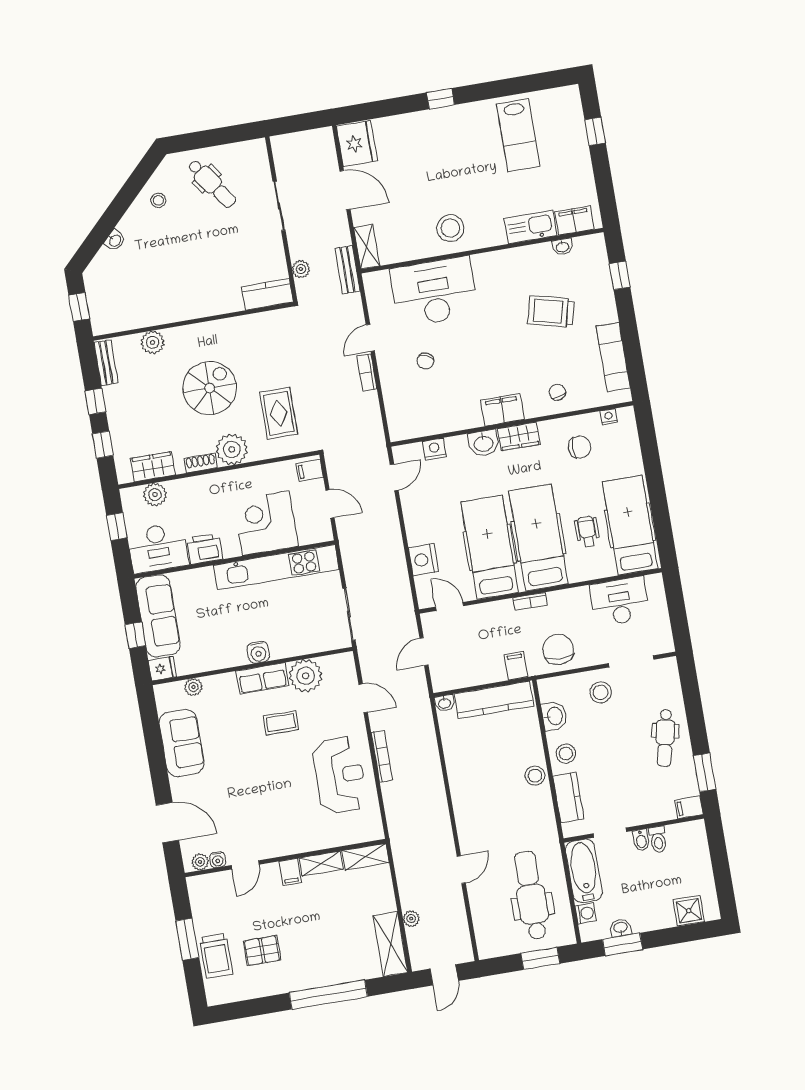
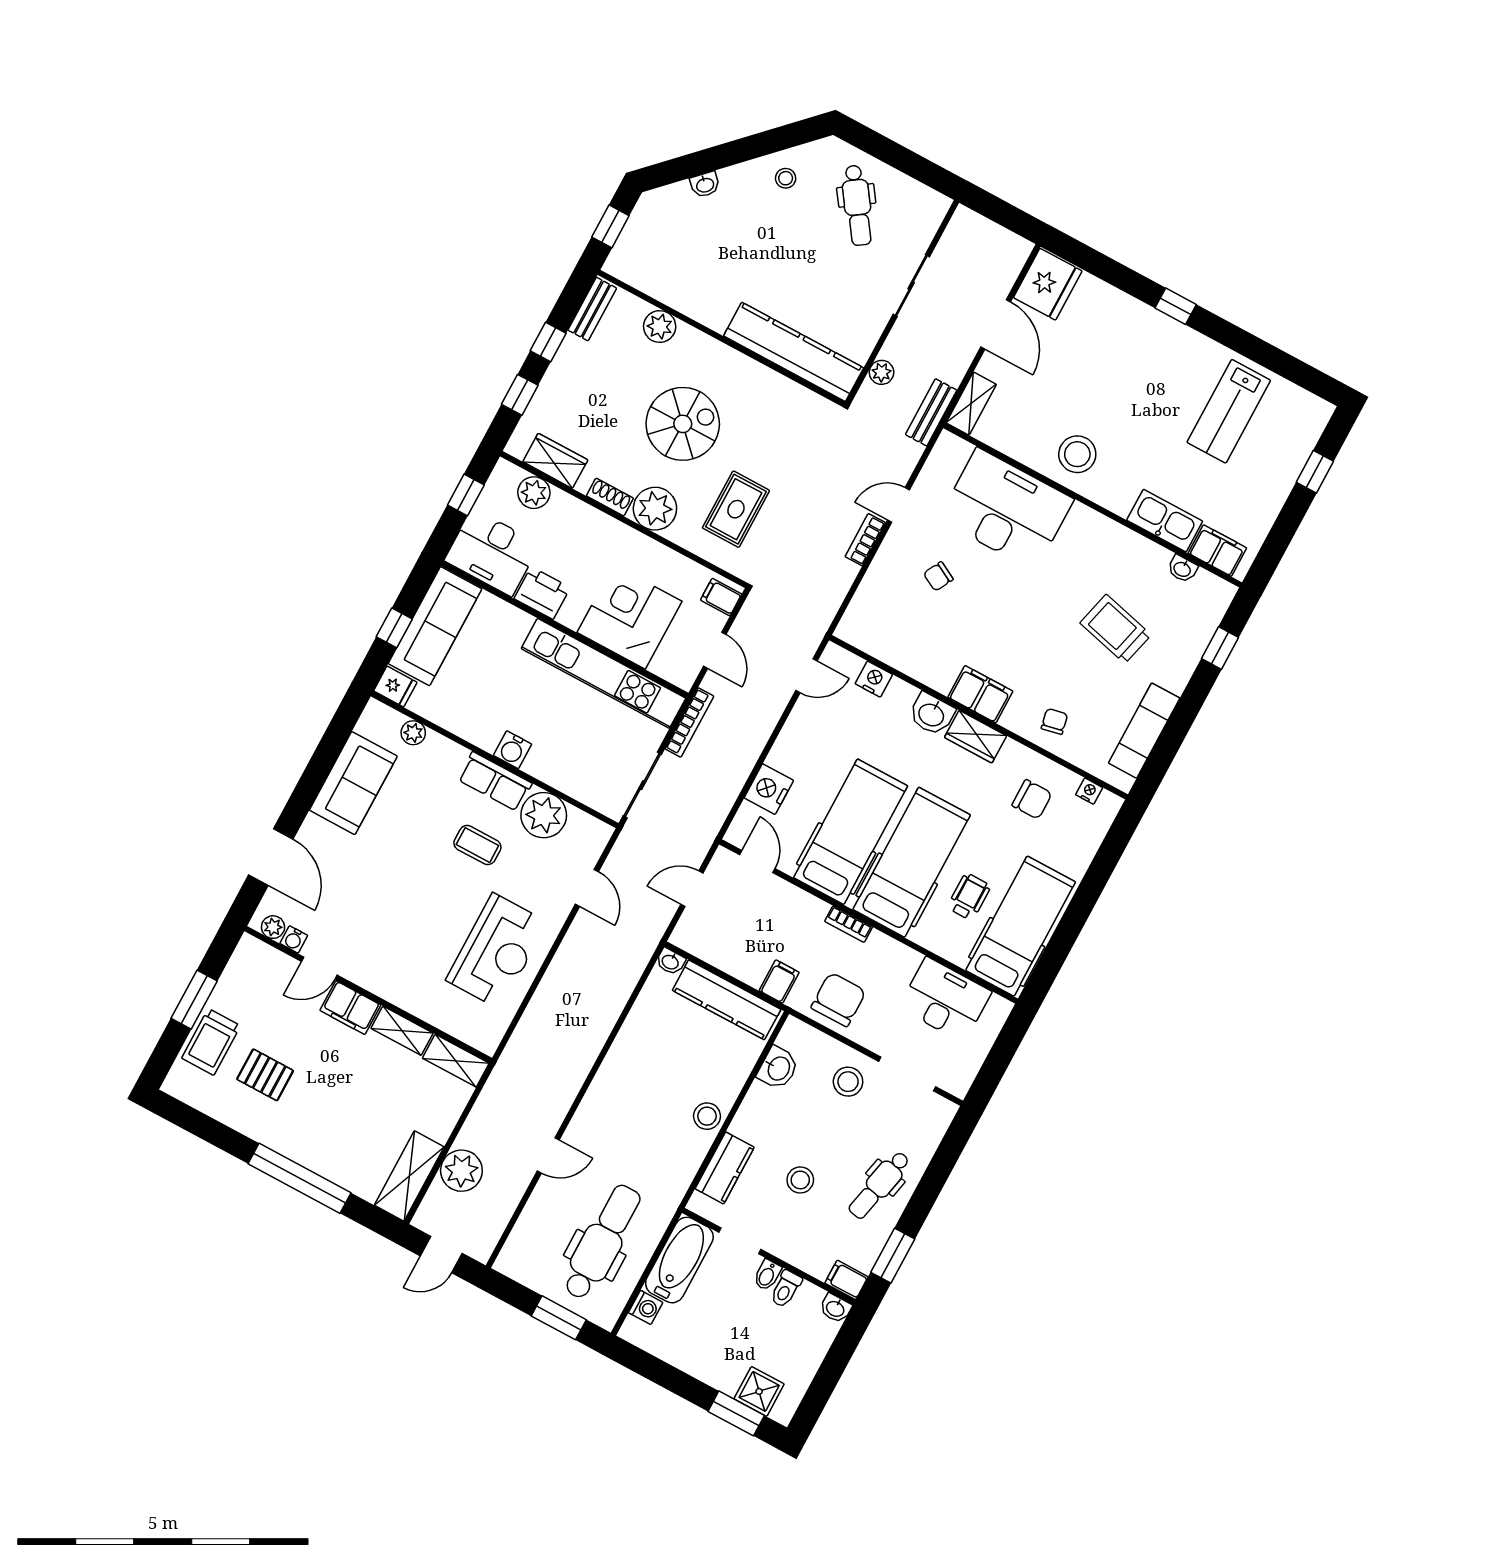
kitchen counter: (267, 294) -> (794, 352), width x2.08, depth x1.17
stool: (566, 754) -> (800, 1180), moved
bookcase: (382, 756) -> (689, 722), moved
filing cabinet: (290, 872) -> (350, 1008), width x2.00
plant: (411, 919) -> (461, 1171), width x1.88, depth x1.88
washbasin: (621, 928) -> (835, 1308), moved, turned 180
window: (623, 944) -> (736, 1413), moved

